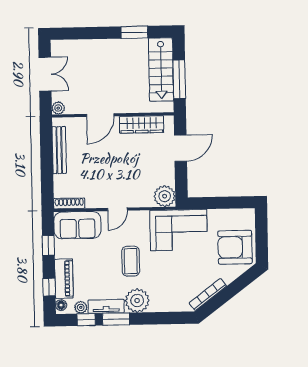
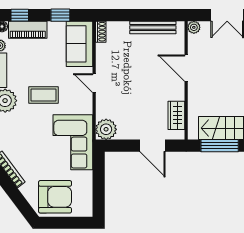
wardrobe: (142, 124) -> (176, 115), width x0.67
shoe rack: (69, 203) -> (101, 32), width x0.70
armchair: (235, 247) -> (55, 197), turned 90

